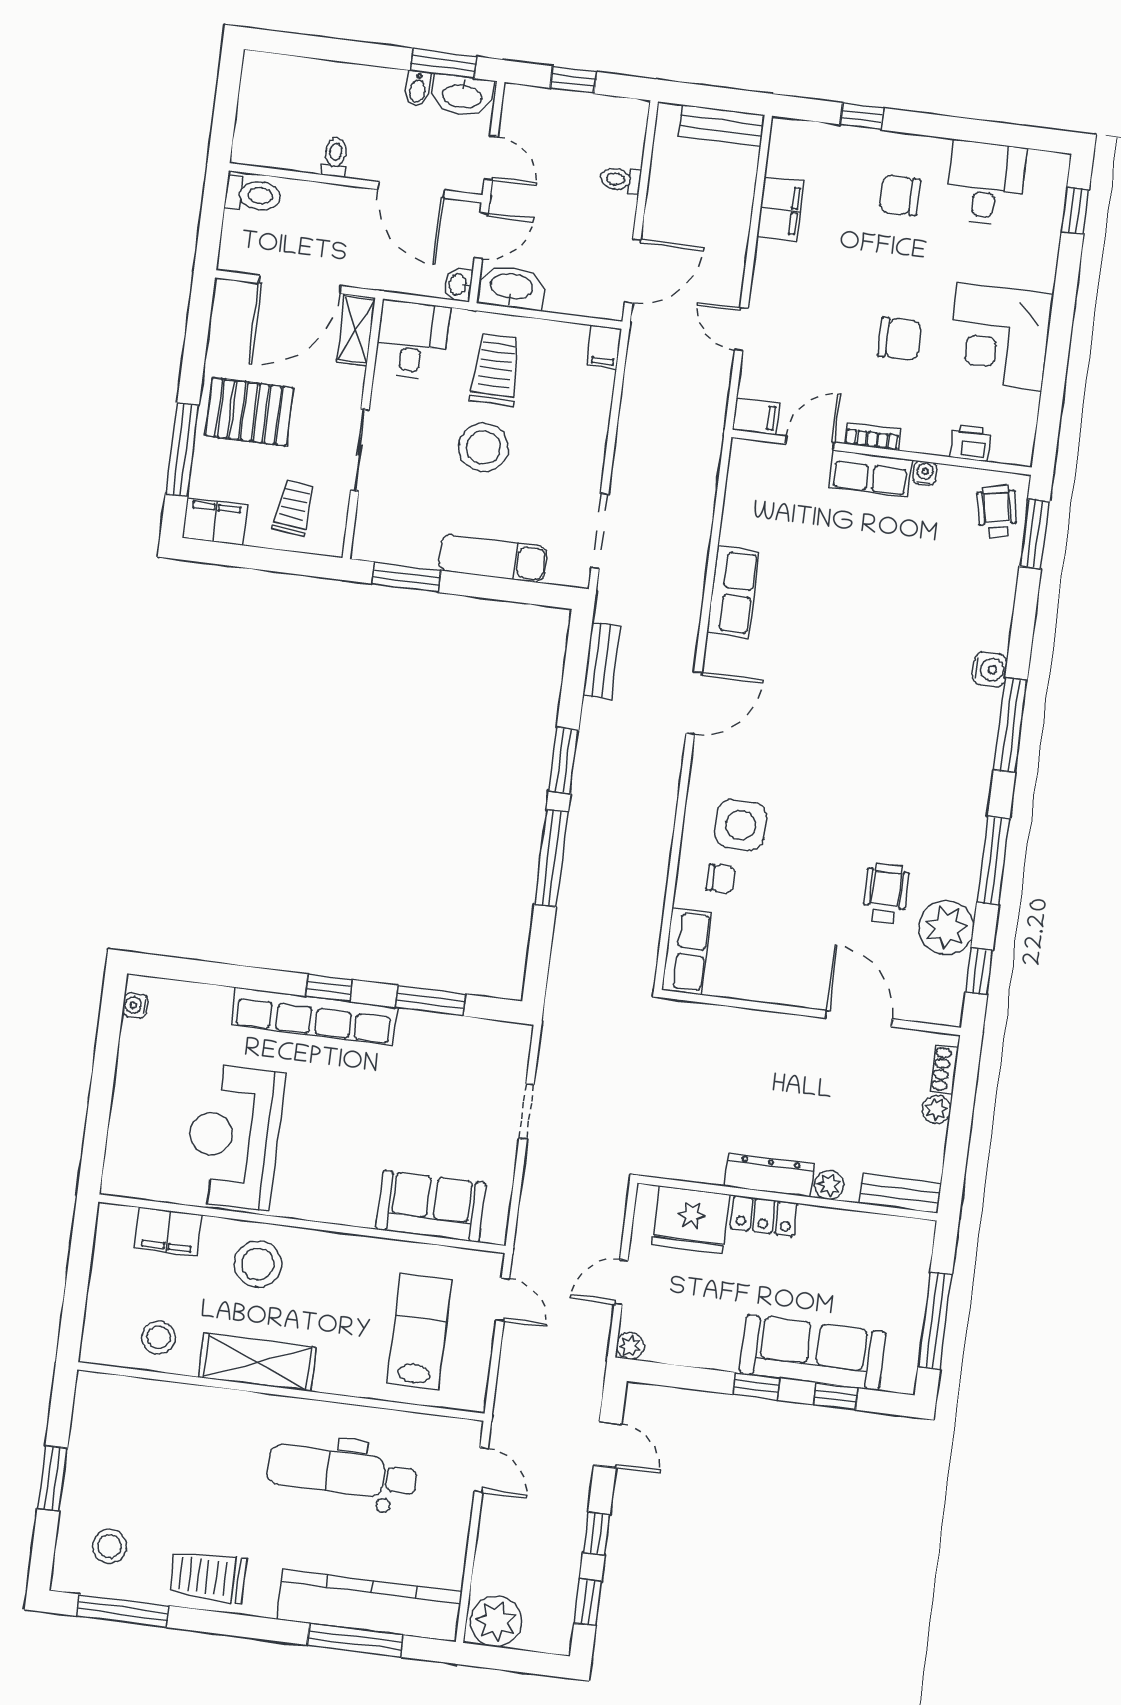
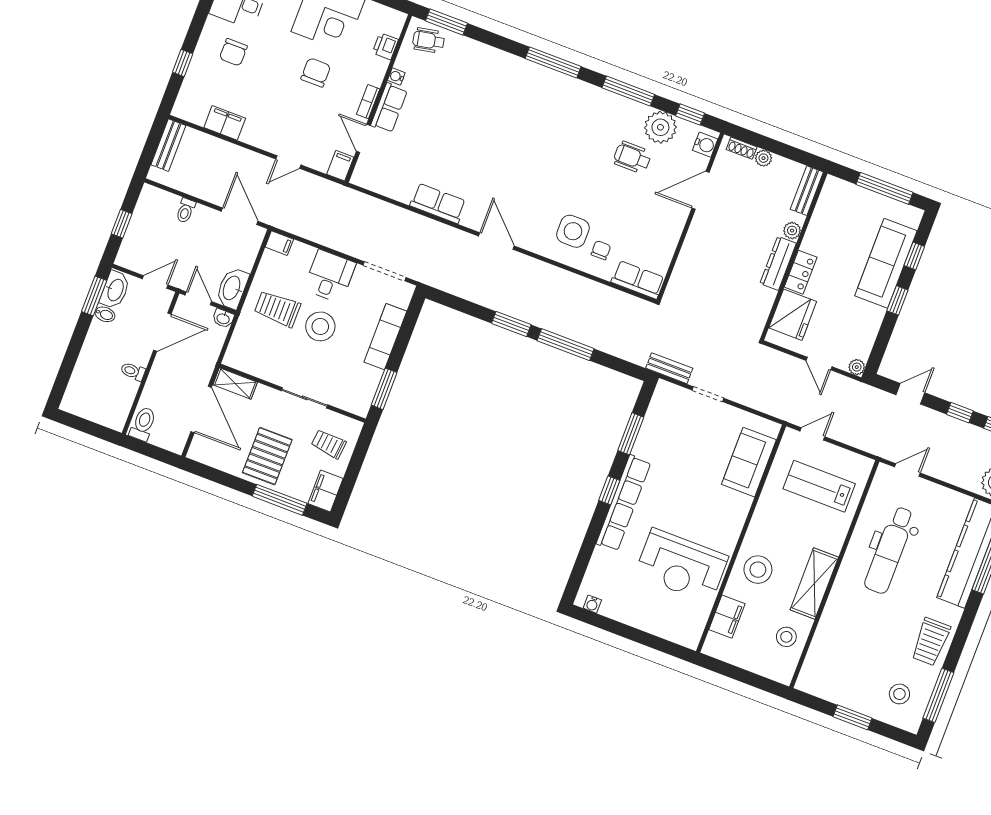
desk: (412, 340) -> (330, 276), moved, turned 90
bench: (601, 661) -> (669, 368), moved
water cooler: (990, 669) -> (705, 145), moved, turned 90

